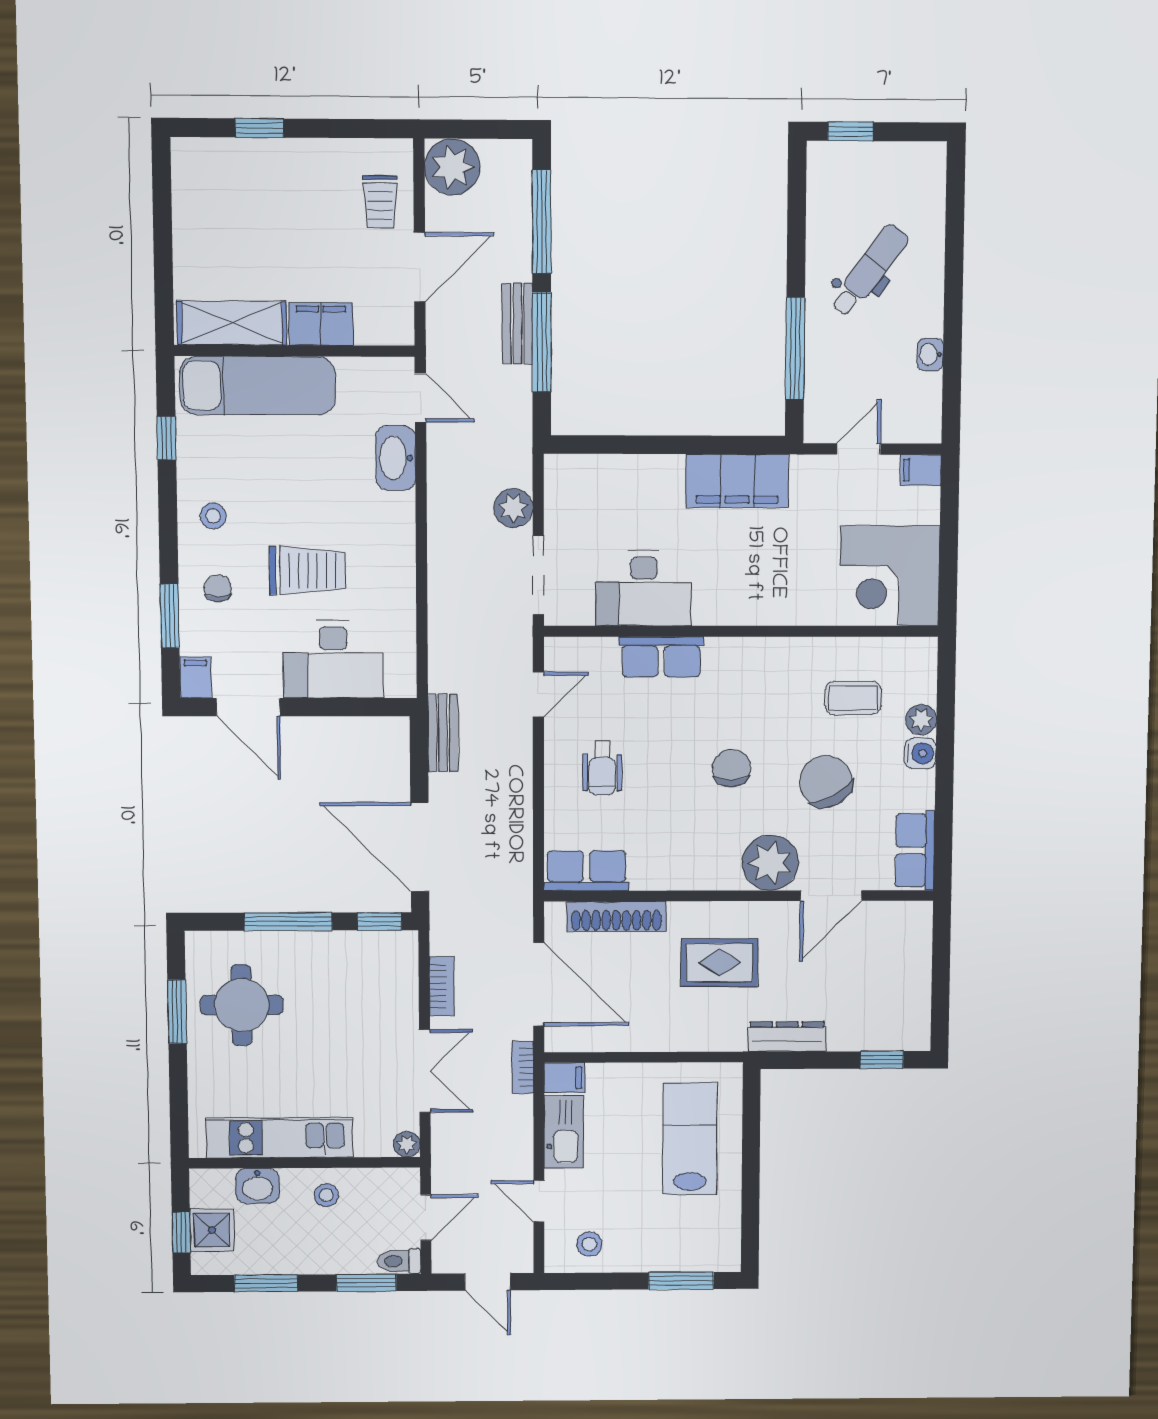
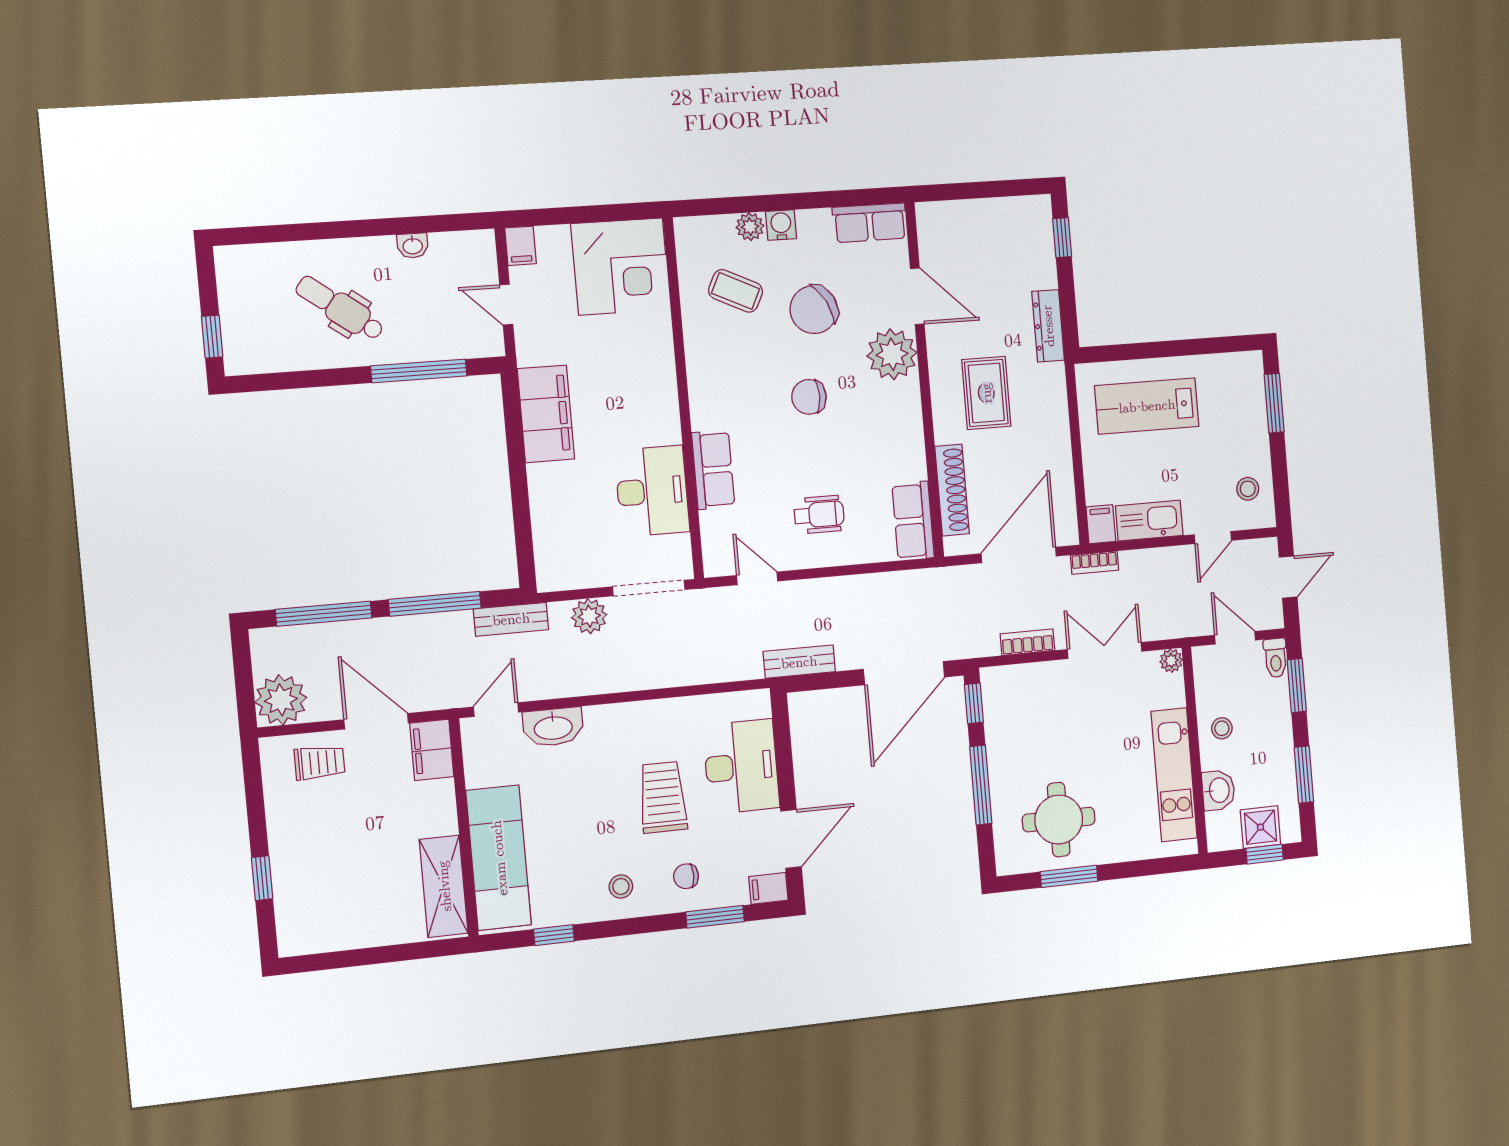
filing cabinet: (321, 324) -> (432, 750), moved
bench: (517, 324) -> (511, 619), moved
coffee table: (853, 698) -> (736, 291), turned -64

